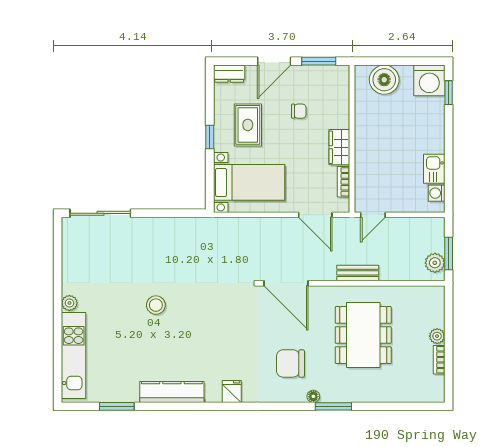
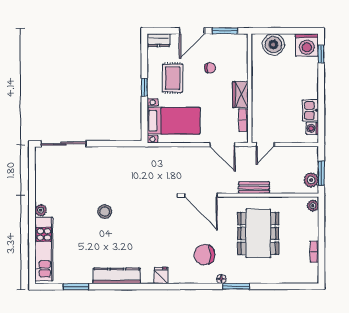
plant: (437, 336) -> (313, 206), moved

